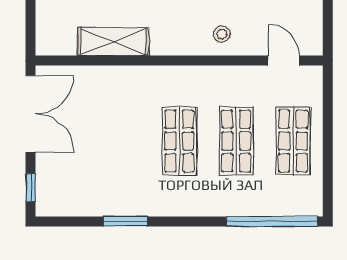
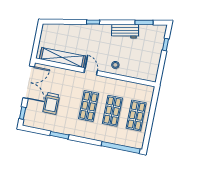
shelving: (113, 42) -> (62, 58), width x1.47
door: (283, 61) -> (91, 72), moved
trolley: (92, 152) -> (51, 103), added

